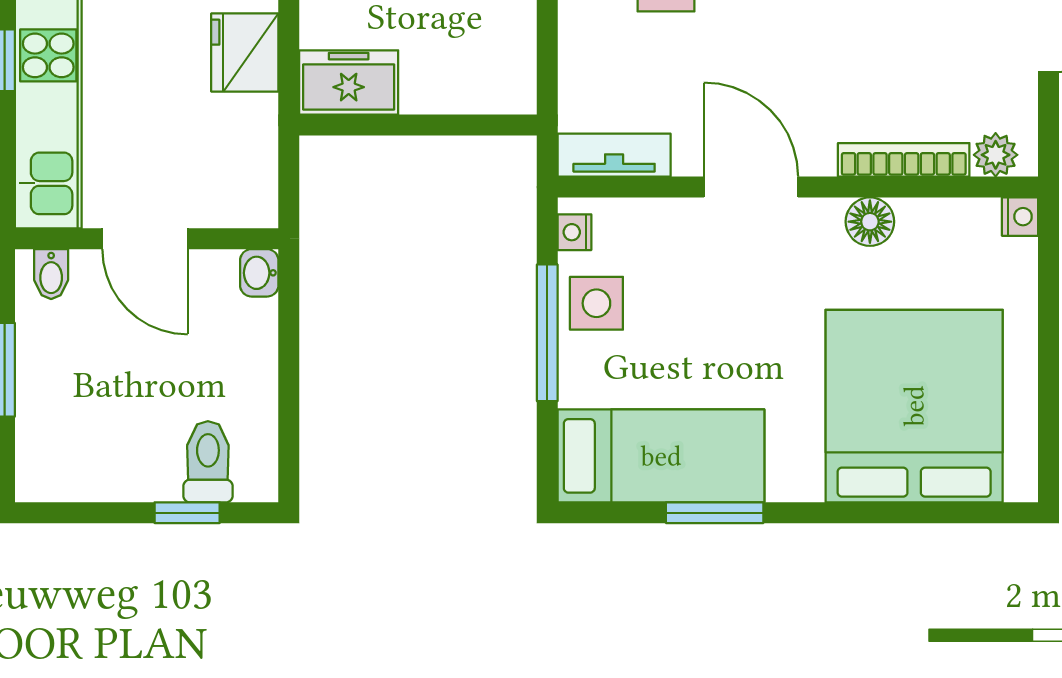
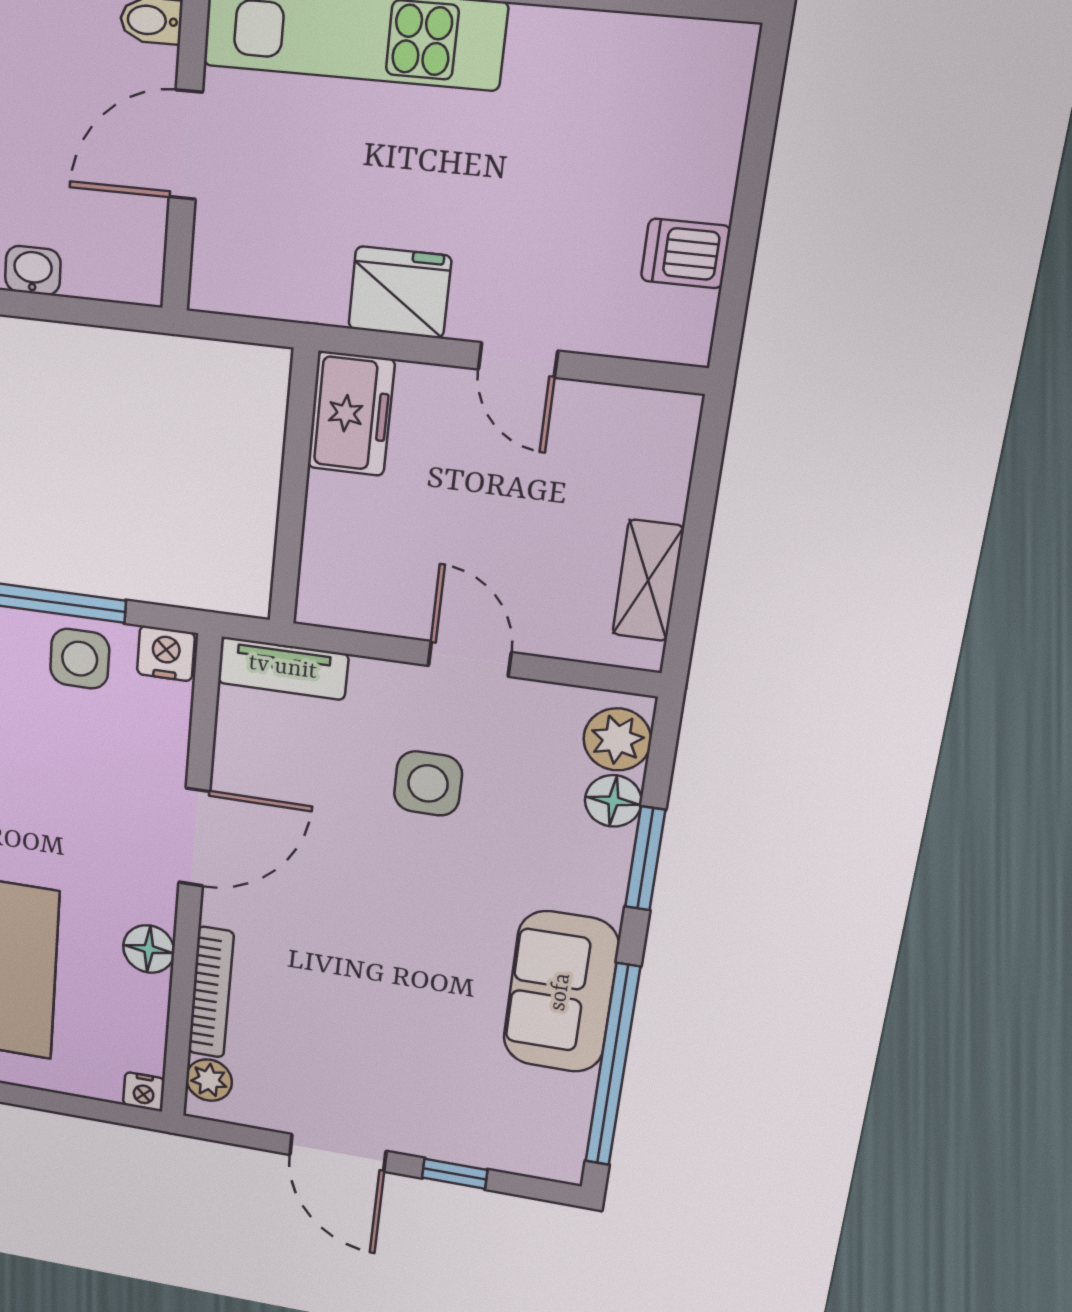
tv unit: (614, 155) -> (283, 668), moved, turned 90
nightstand: (574, 232) -> (166, 654), width x1.39, depth x1.35
washbasin: (259, 273) -> (33, 271), moved

